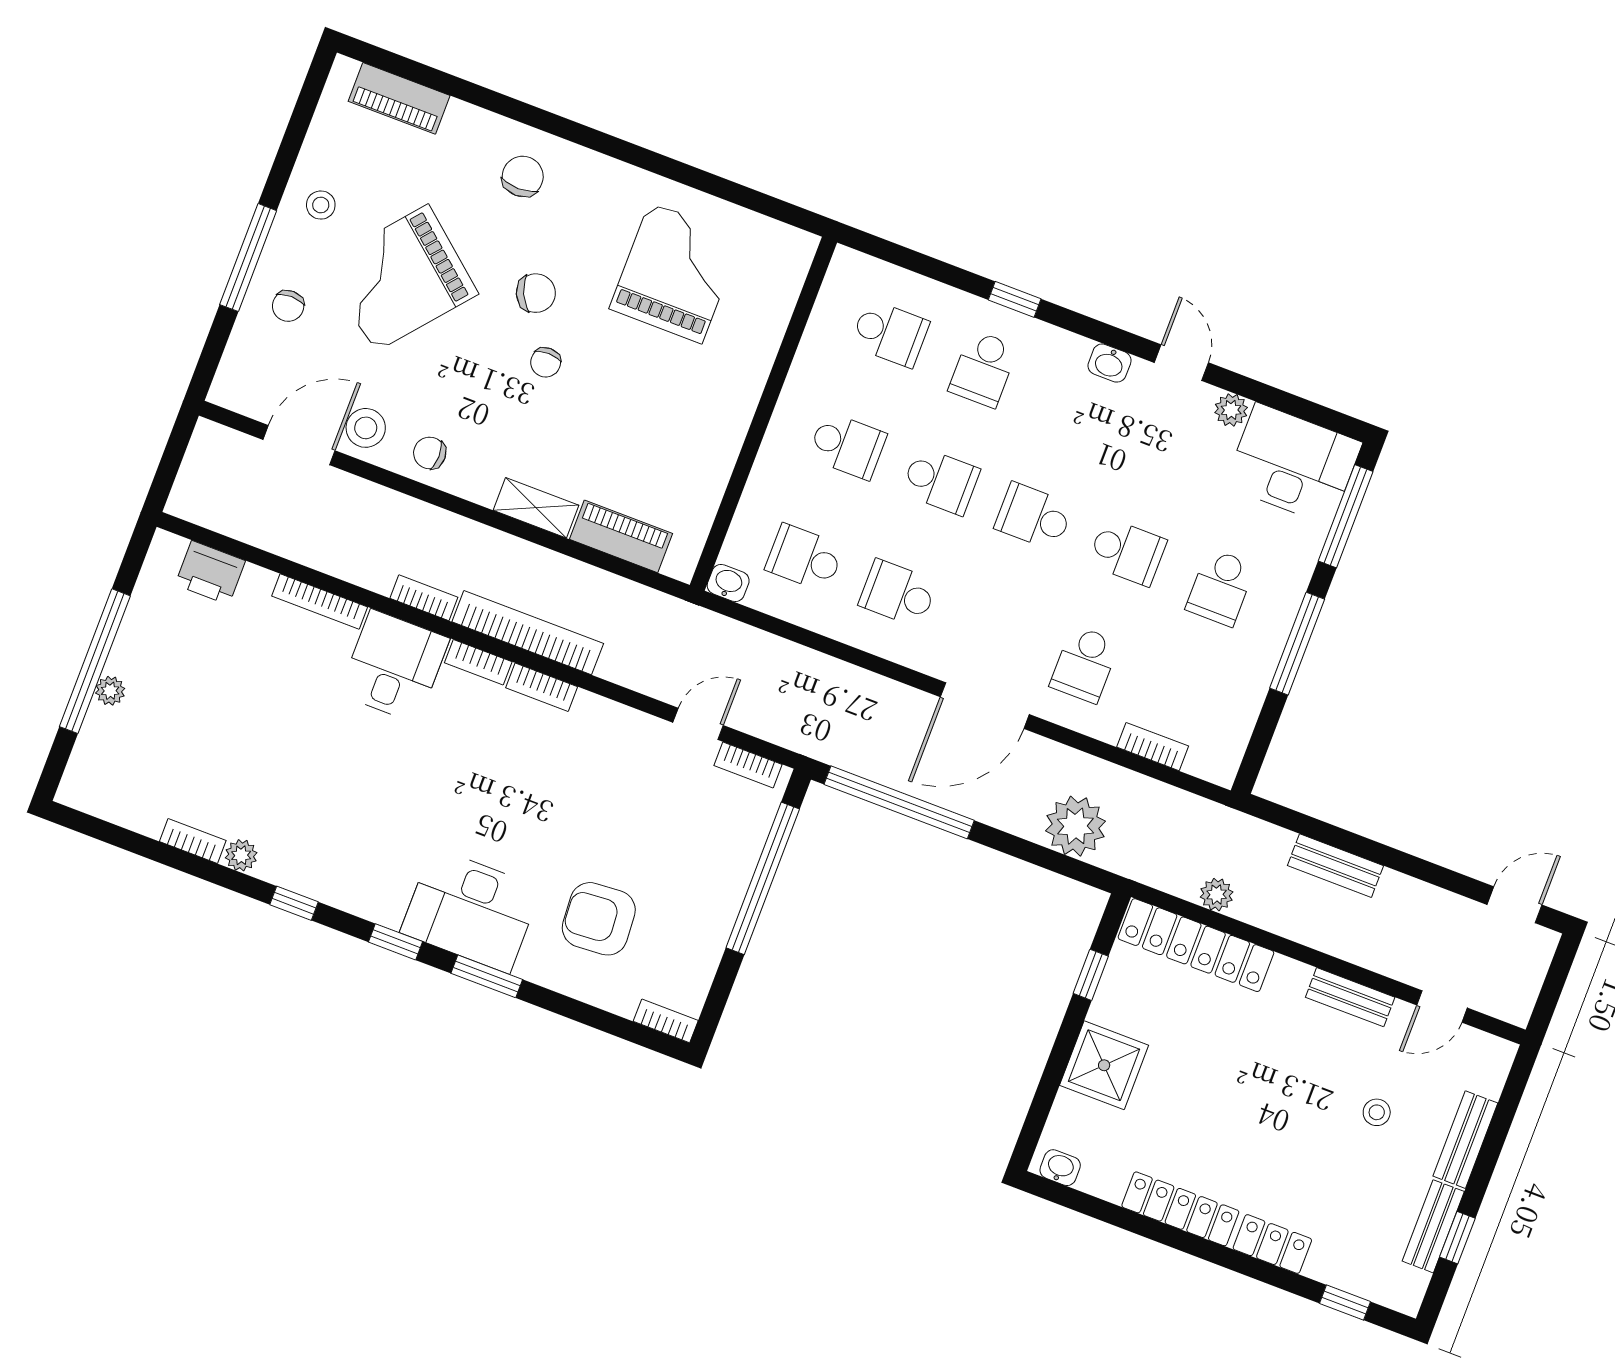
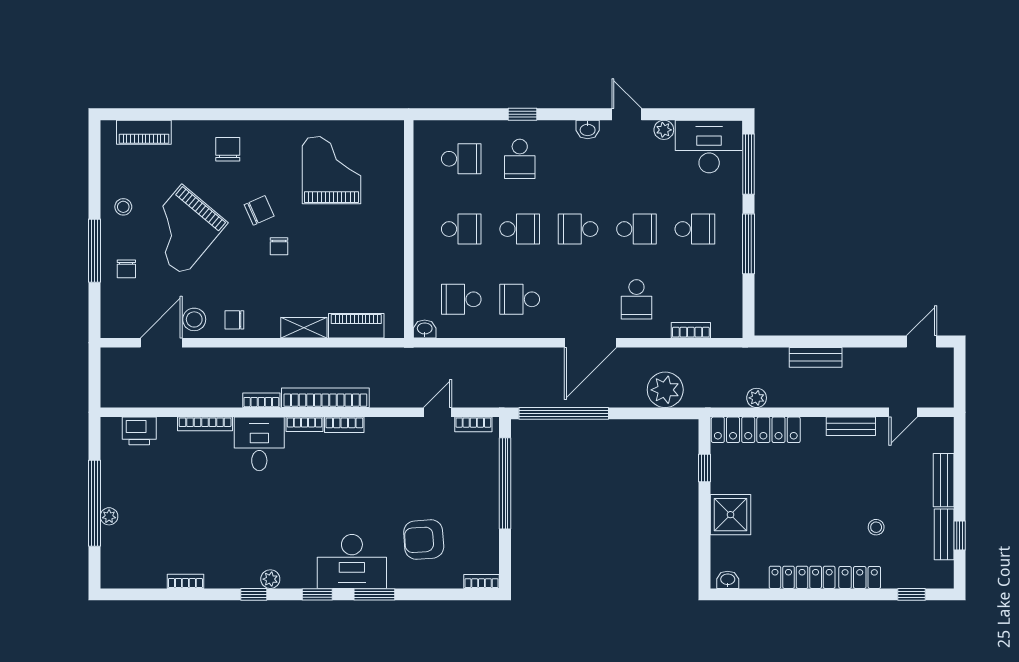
school desk: (1220, 587) -> (695, 229), turned -90
plant: (241, 855) -> (270, 579), moved
stool: (1377, 1112) -> (876, 527), moved

